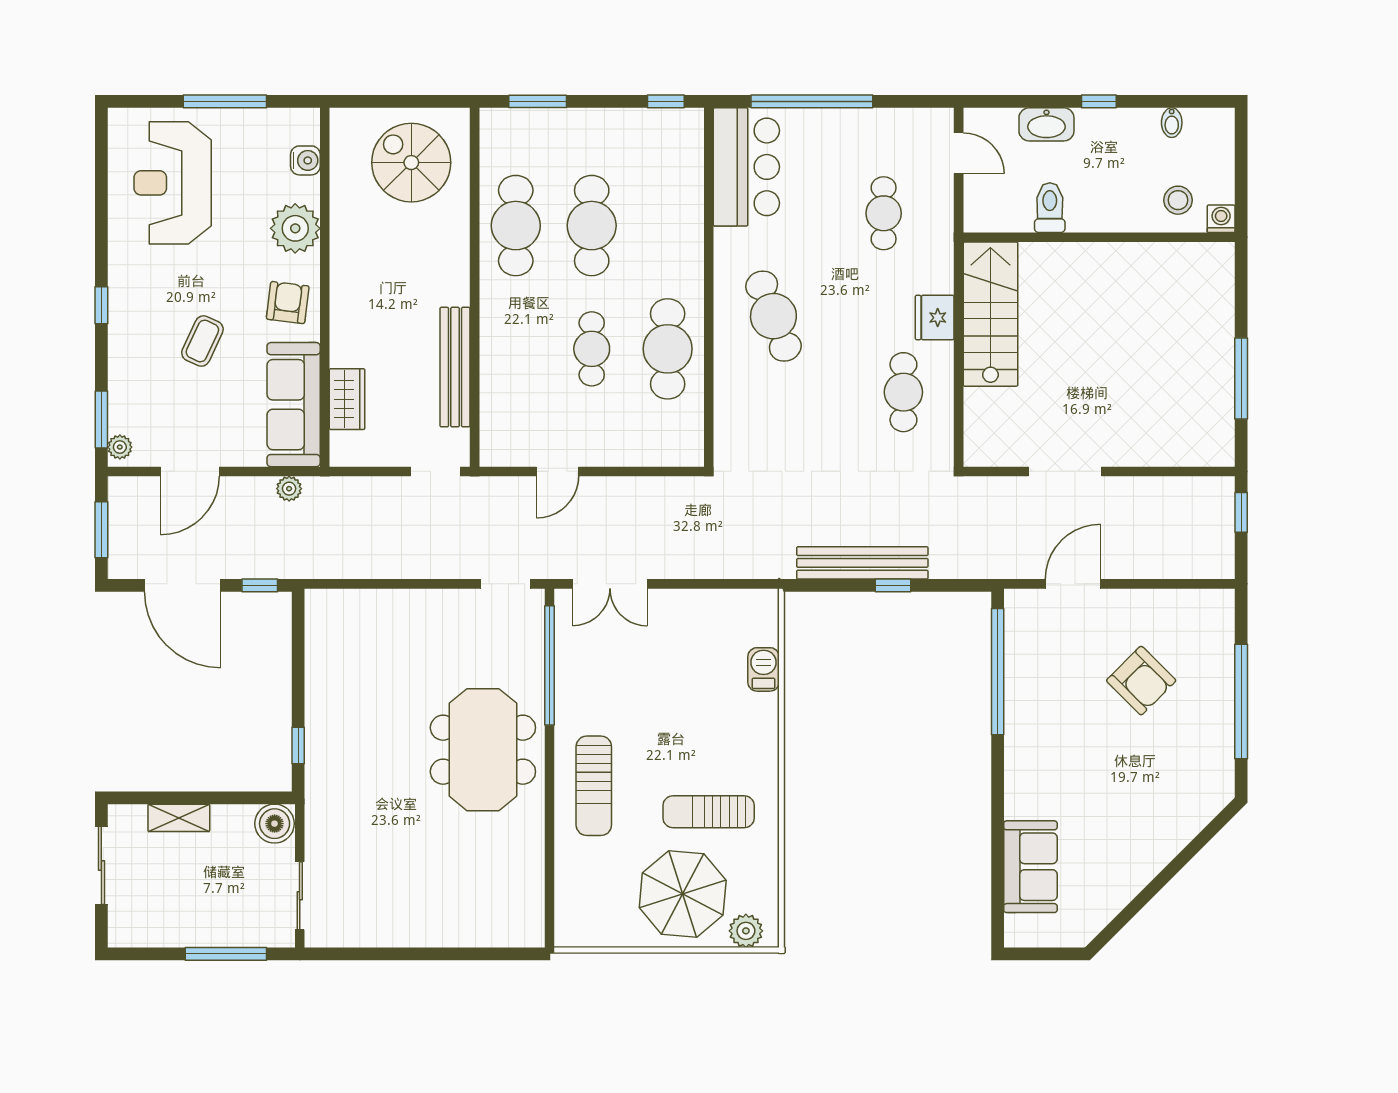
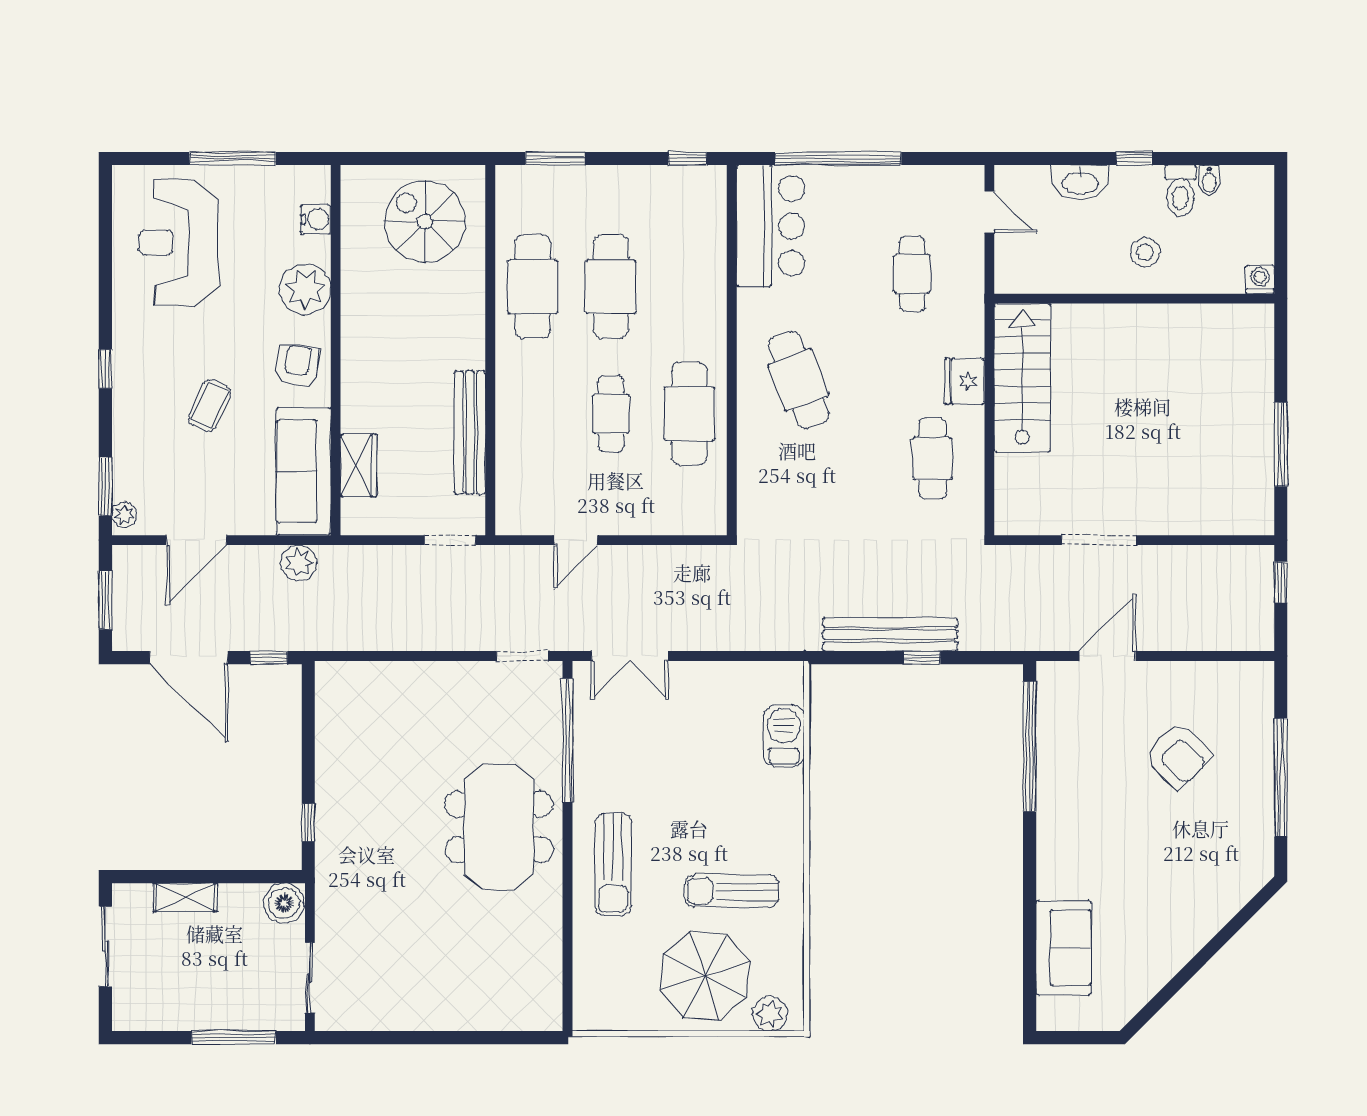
stool: (1178, 200) -> (1145, 252), moved
toilet: (1050, 208) -> (1180, 191), moved, turned 180
plant: (289, 489) -> (299, 563), width x1.38, depth x1.38
barbecue: (763, 669) -> (784, 736), width x1.38, depth x1.27

